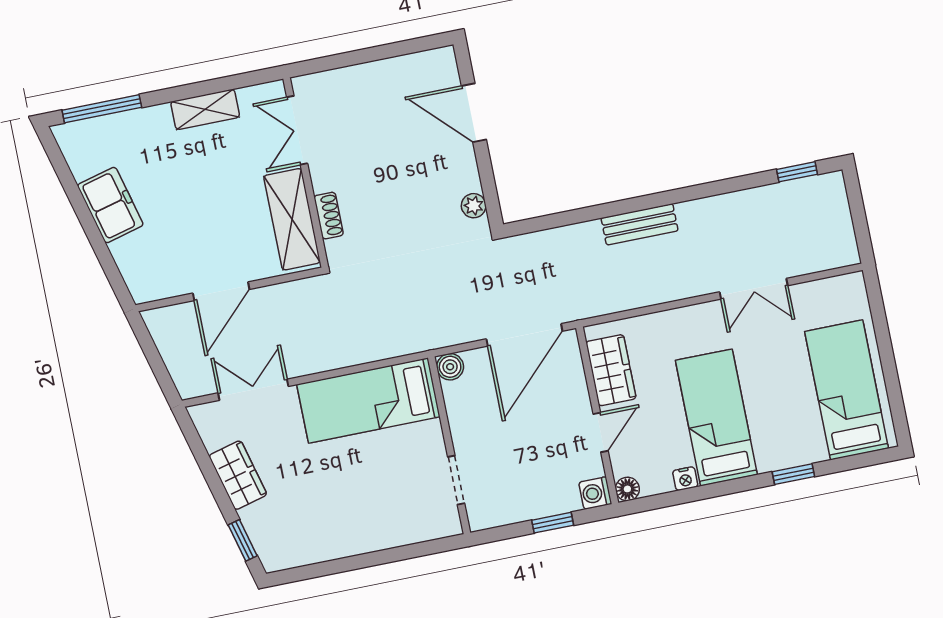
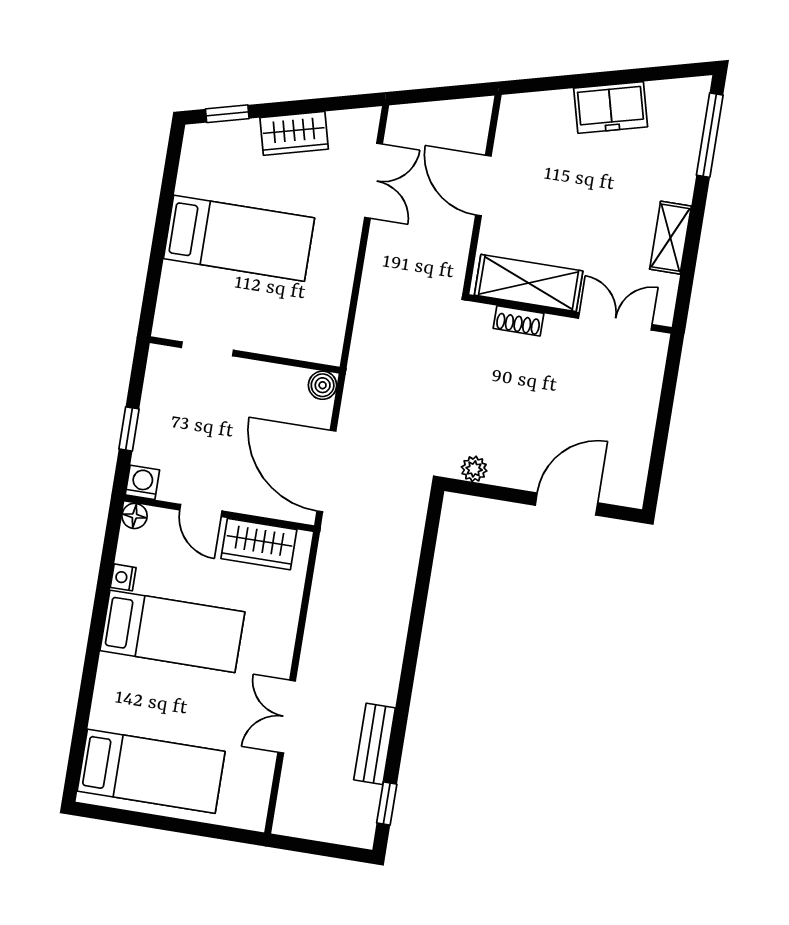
bench: (640, 224) -> (374, 744), moved
bed: (368, 401) -> (239, 238), moved, turned 90
window: (793, 474) -> (87, 687), removed

